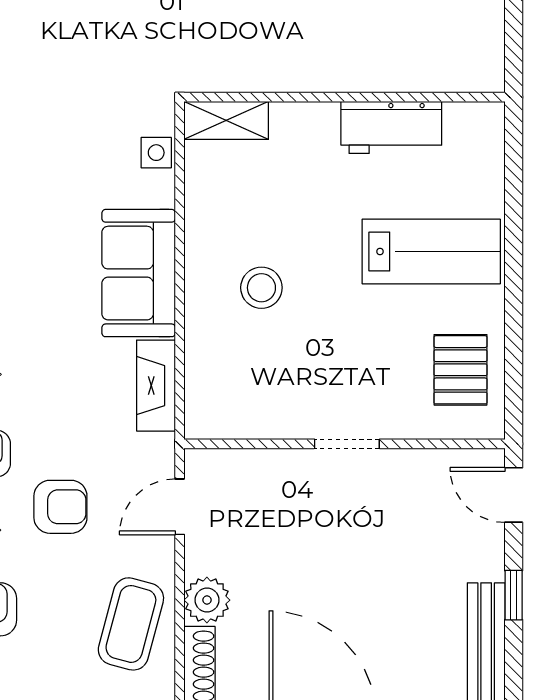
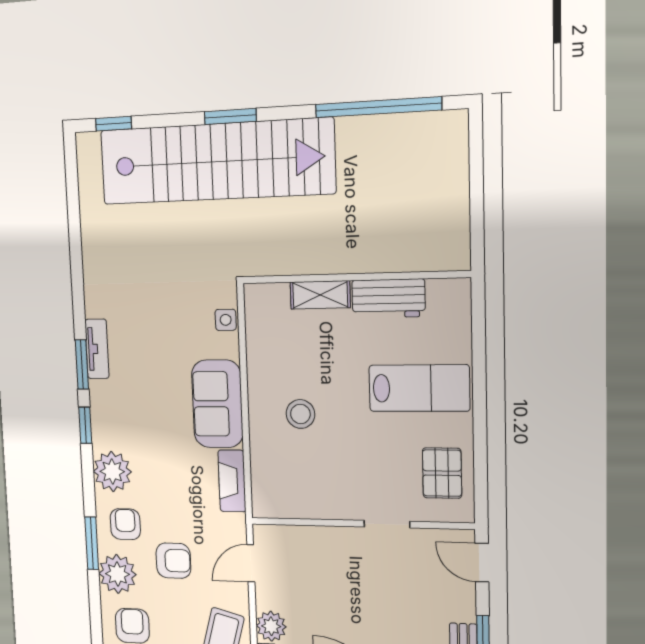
shelving: (226, 120) -> (320, 295), moved
doorway: (347, 444) -> (387, 524), moved

